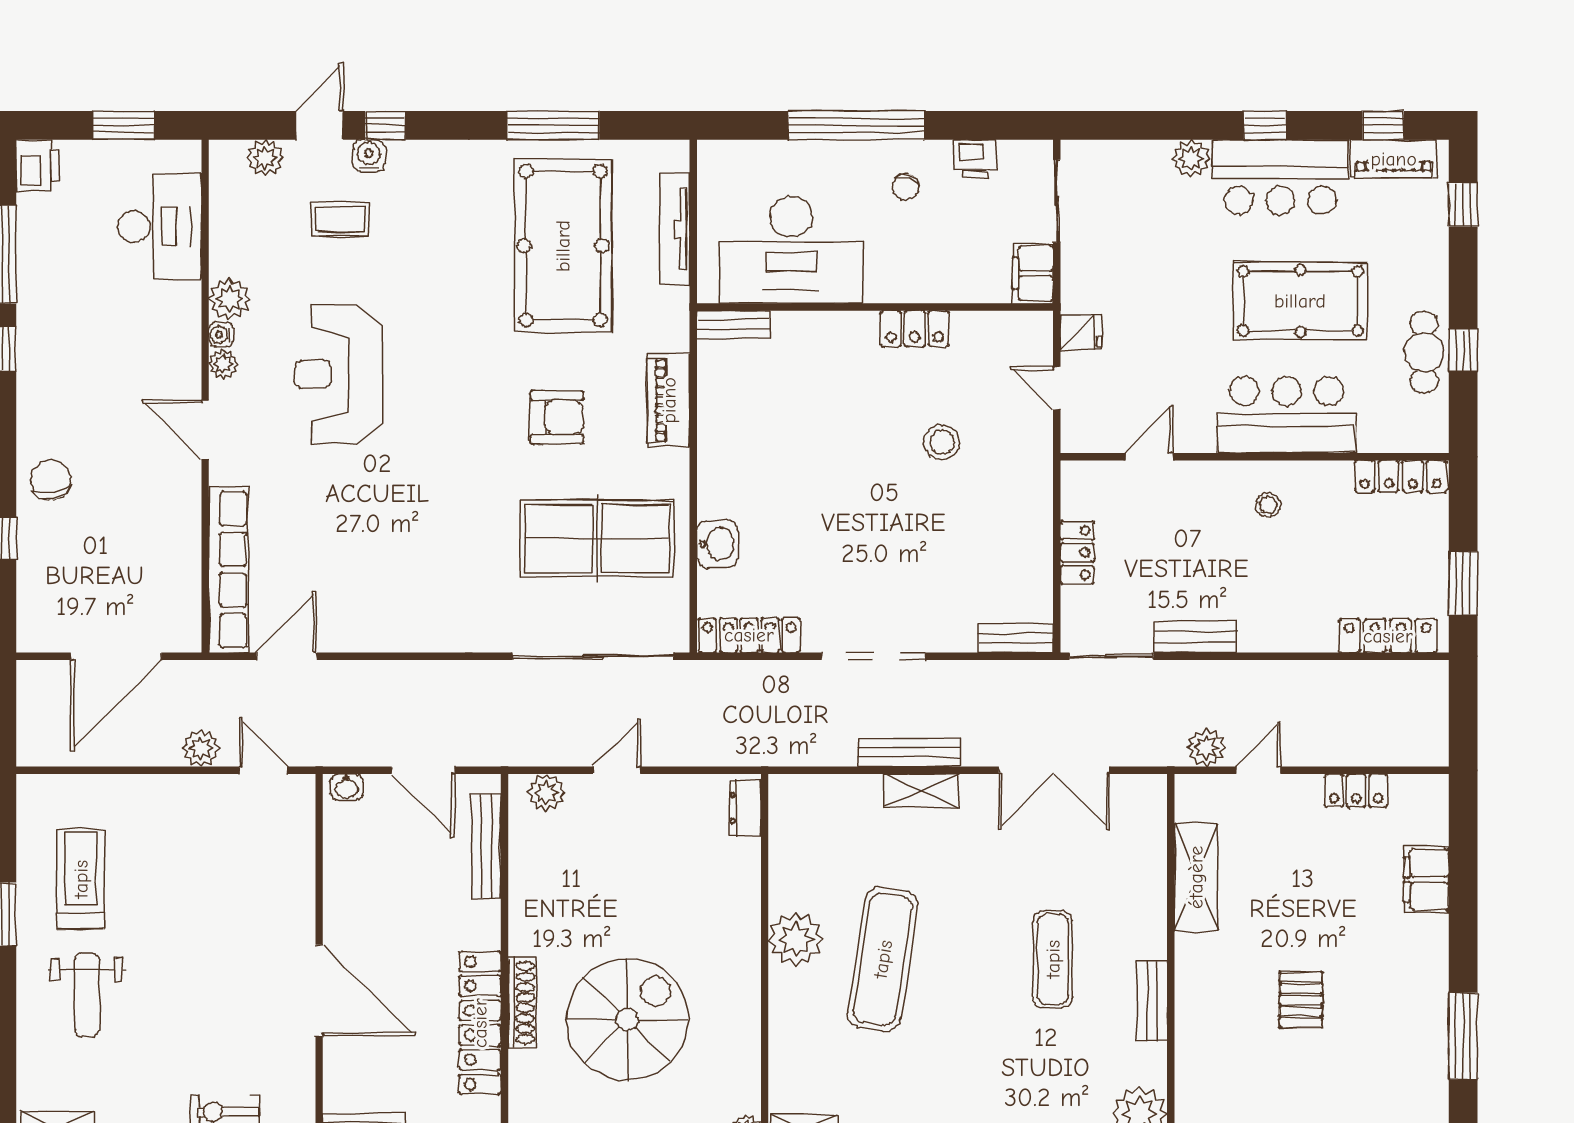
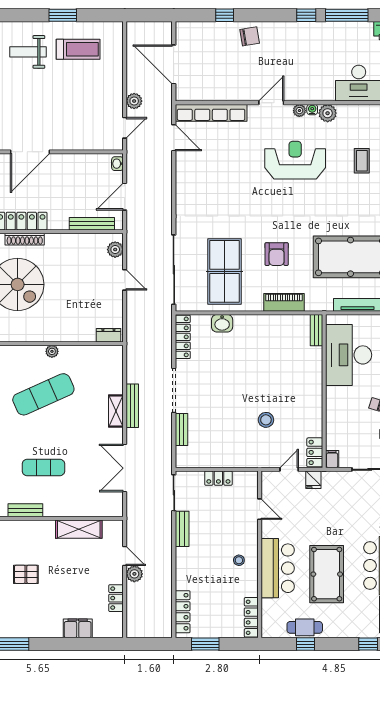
filing cabinet: (1033, 273) -> (332, 459), width x0.50
locker: (915, 329) -> (315, 452), moved
bench: (1016, 638) -> (181, 429), moved
plant: (1206, 748) -> (134, 574), moved
plant: (796, 939) -> (52, 351), width x0.53, depth x0.53
exercise mat: (883, 959) -> (43, 394), turned -33

